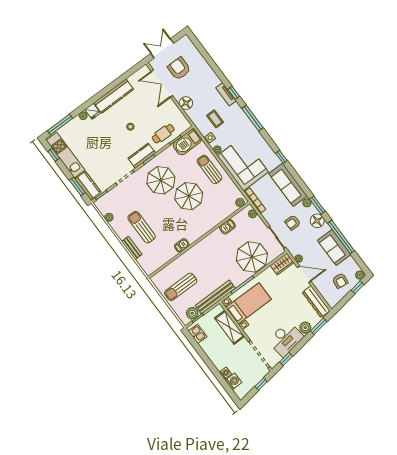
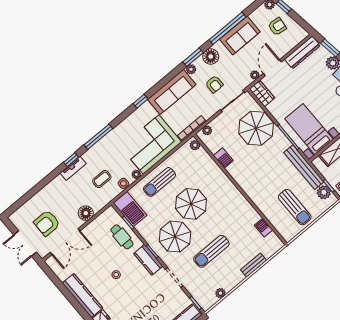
sun lounger: (142, 227) -> (211, 251), moved
barbecue: (182, 245) -> (263, 228), moved

